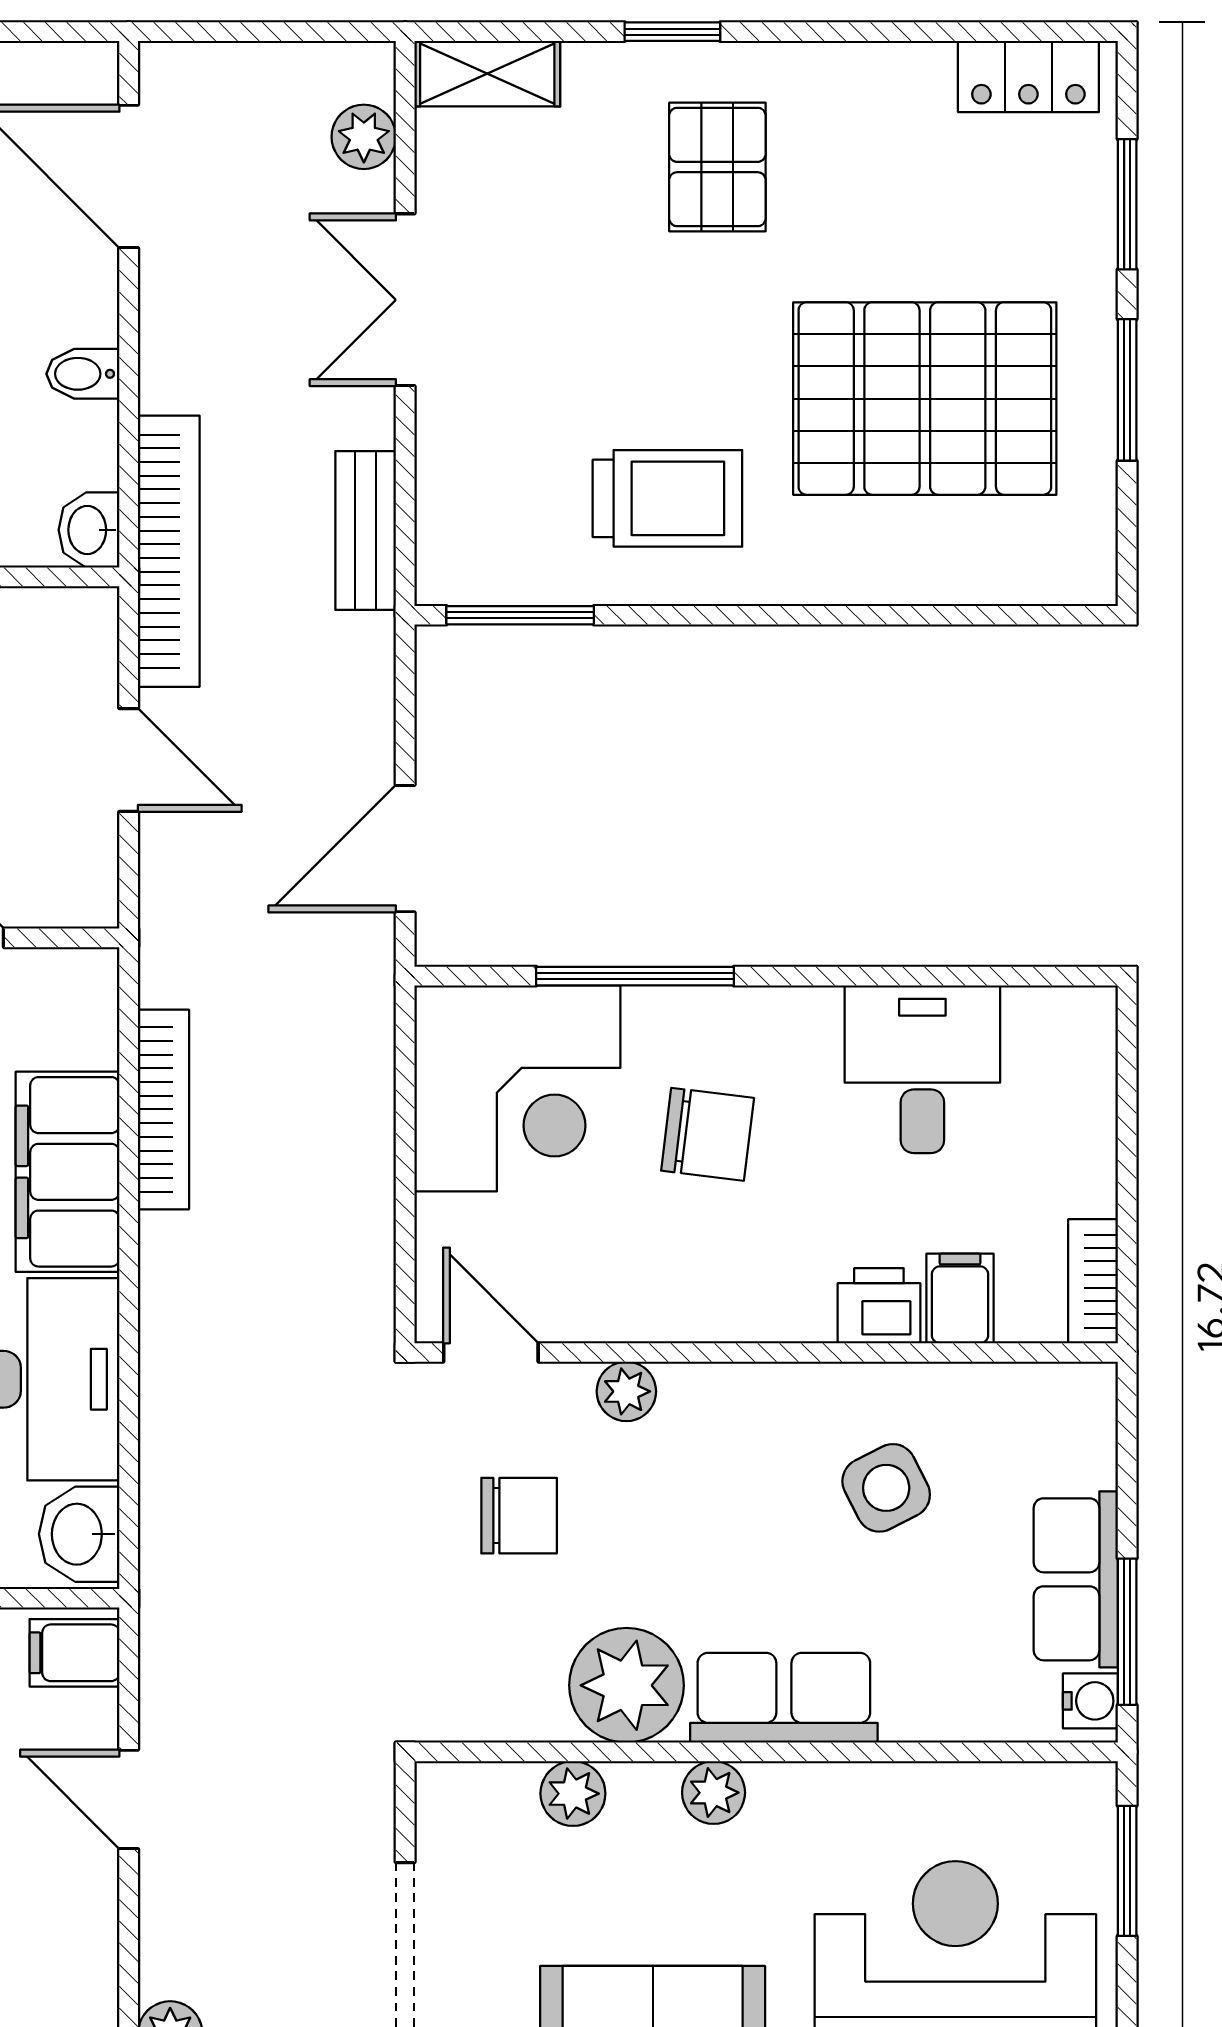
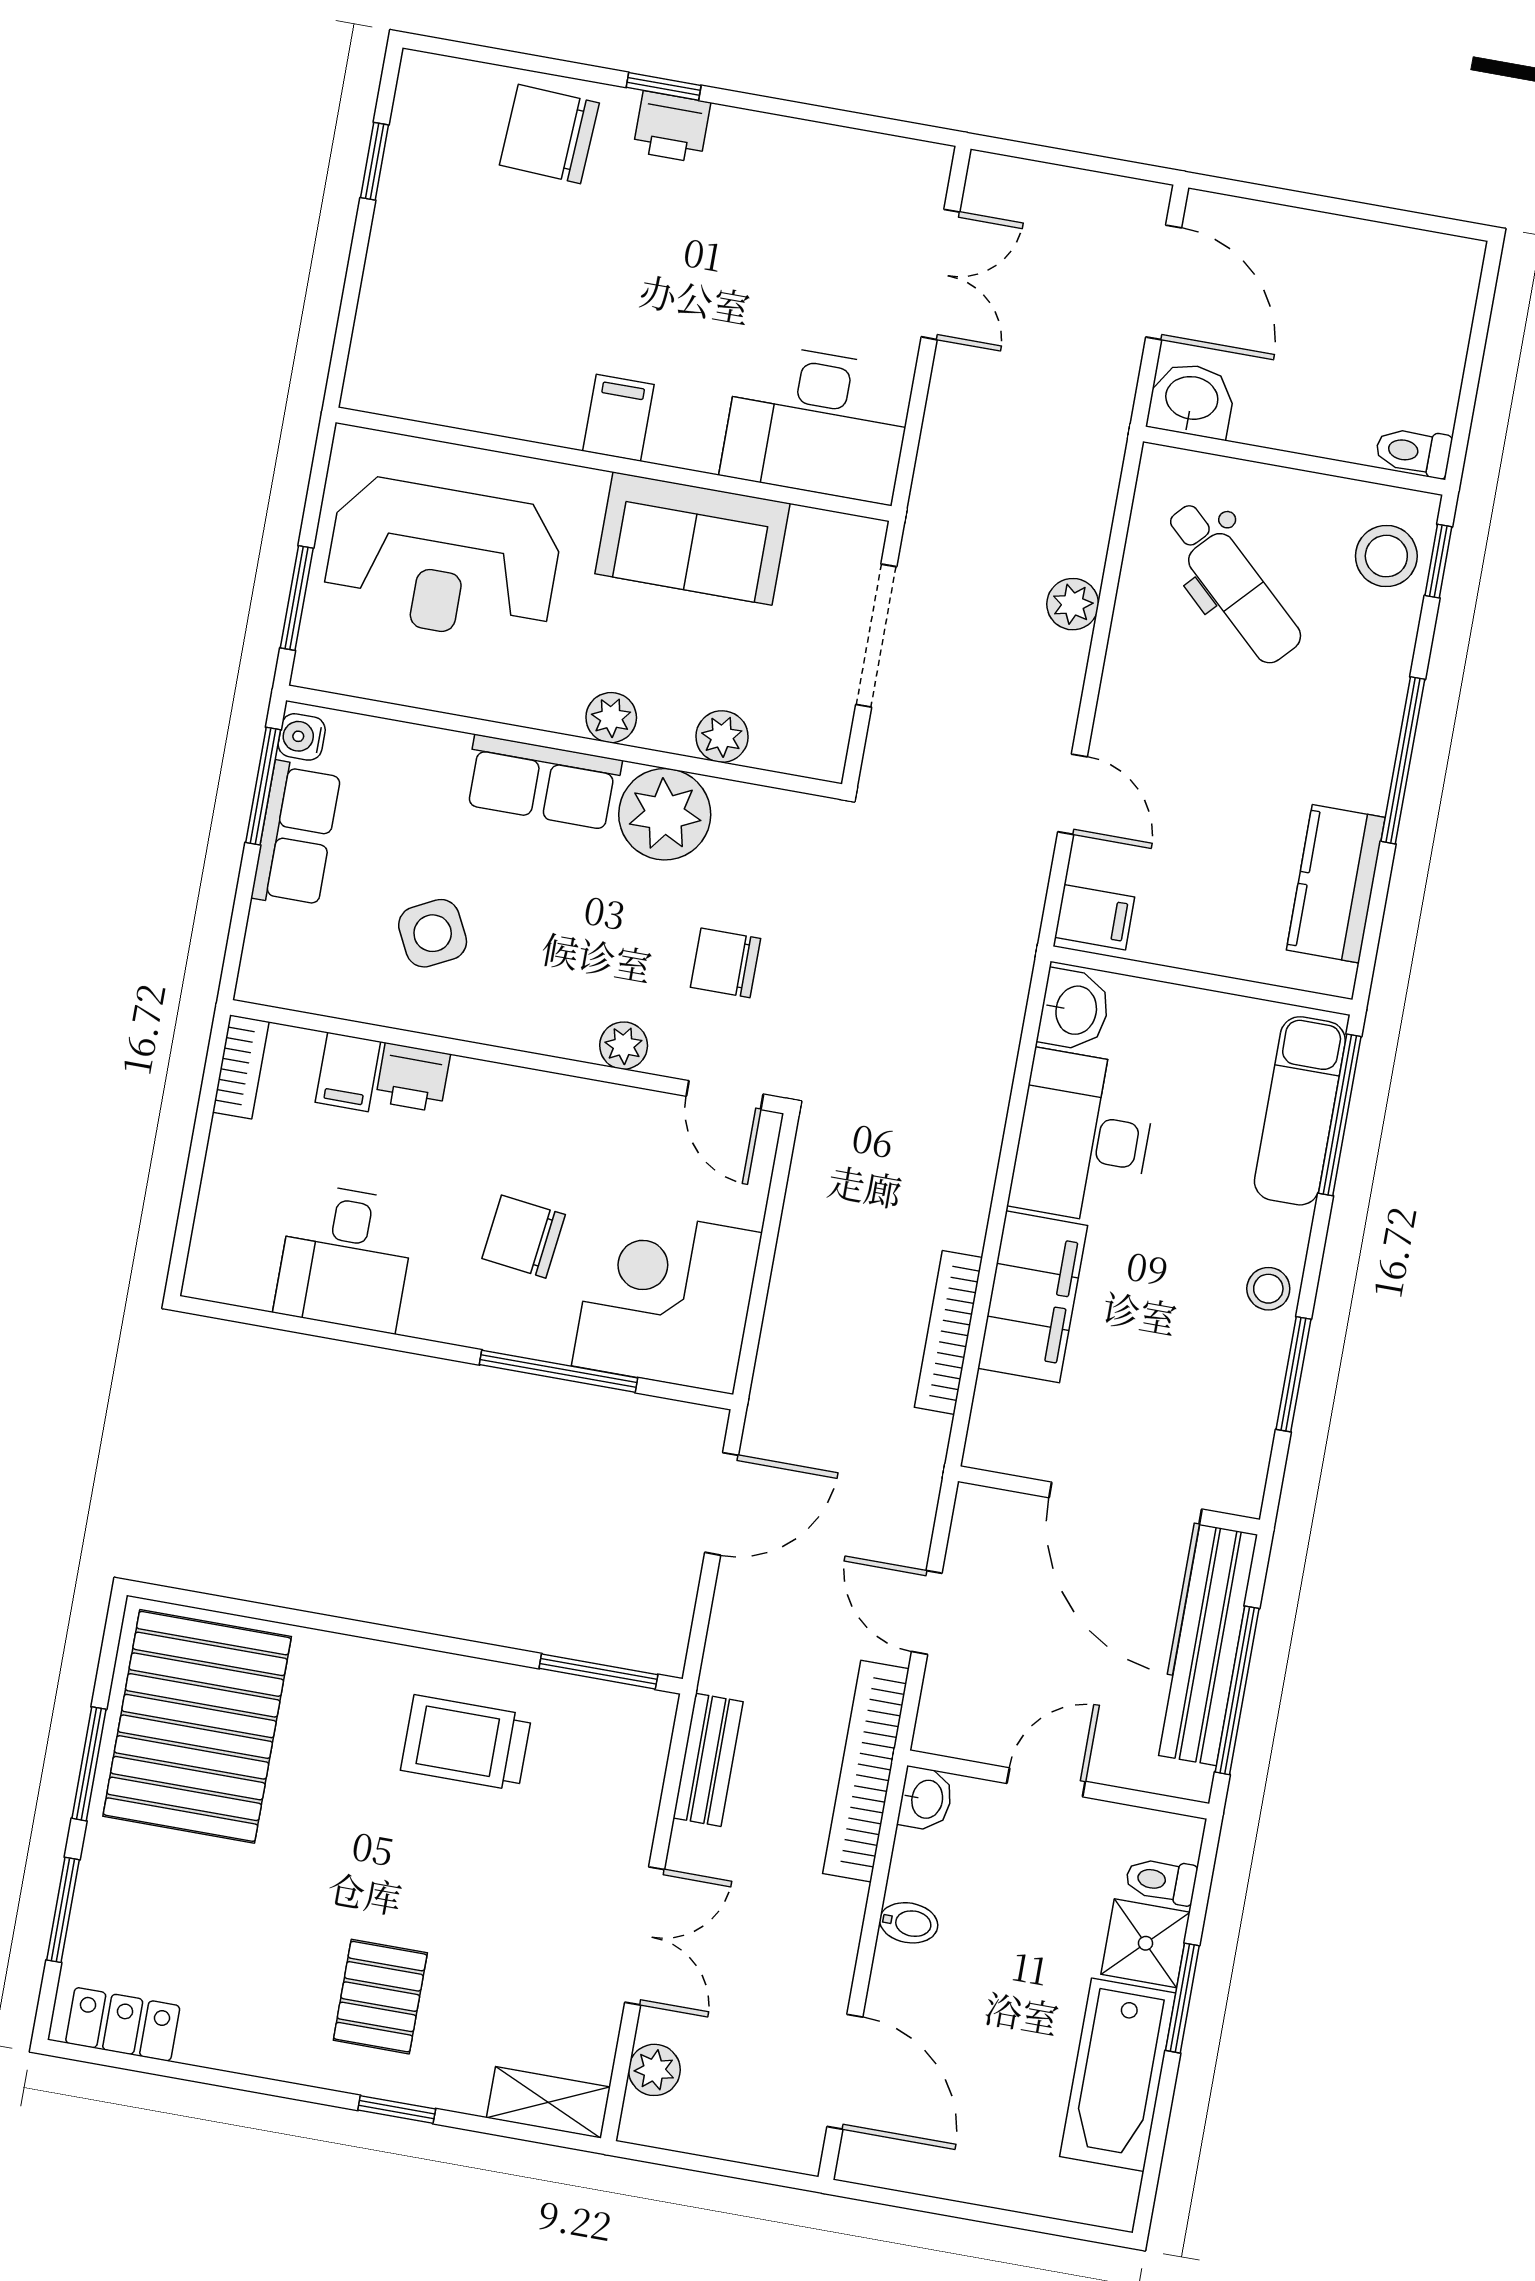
pallet: (925, 399) -> (197, 1726), moved, turned 90

